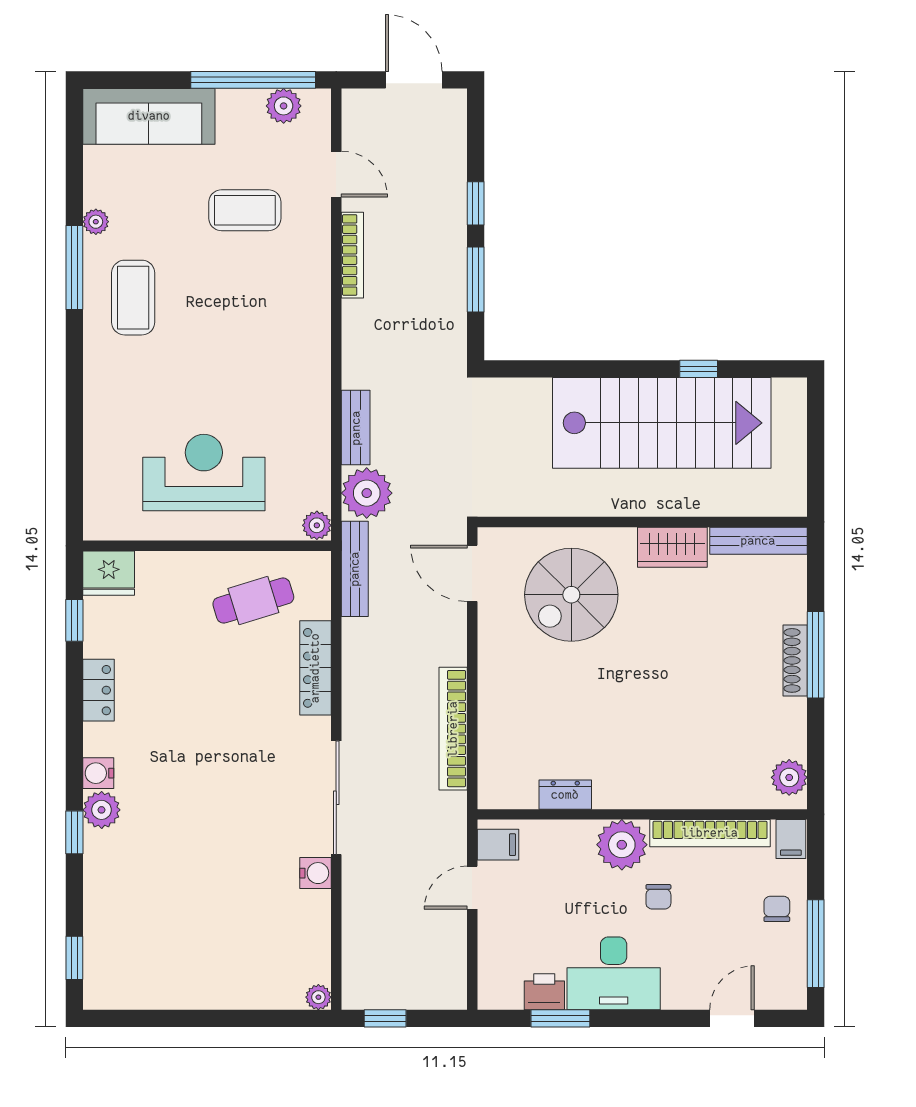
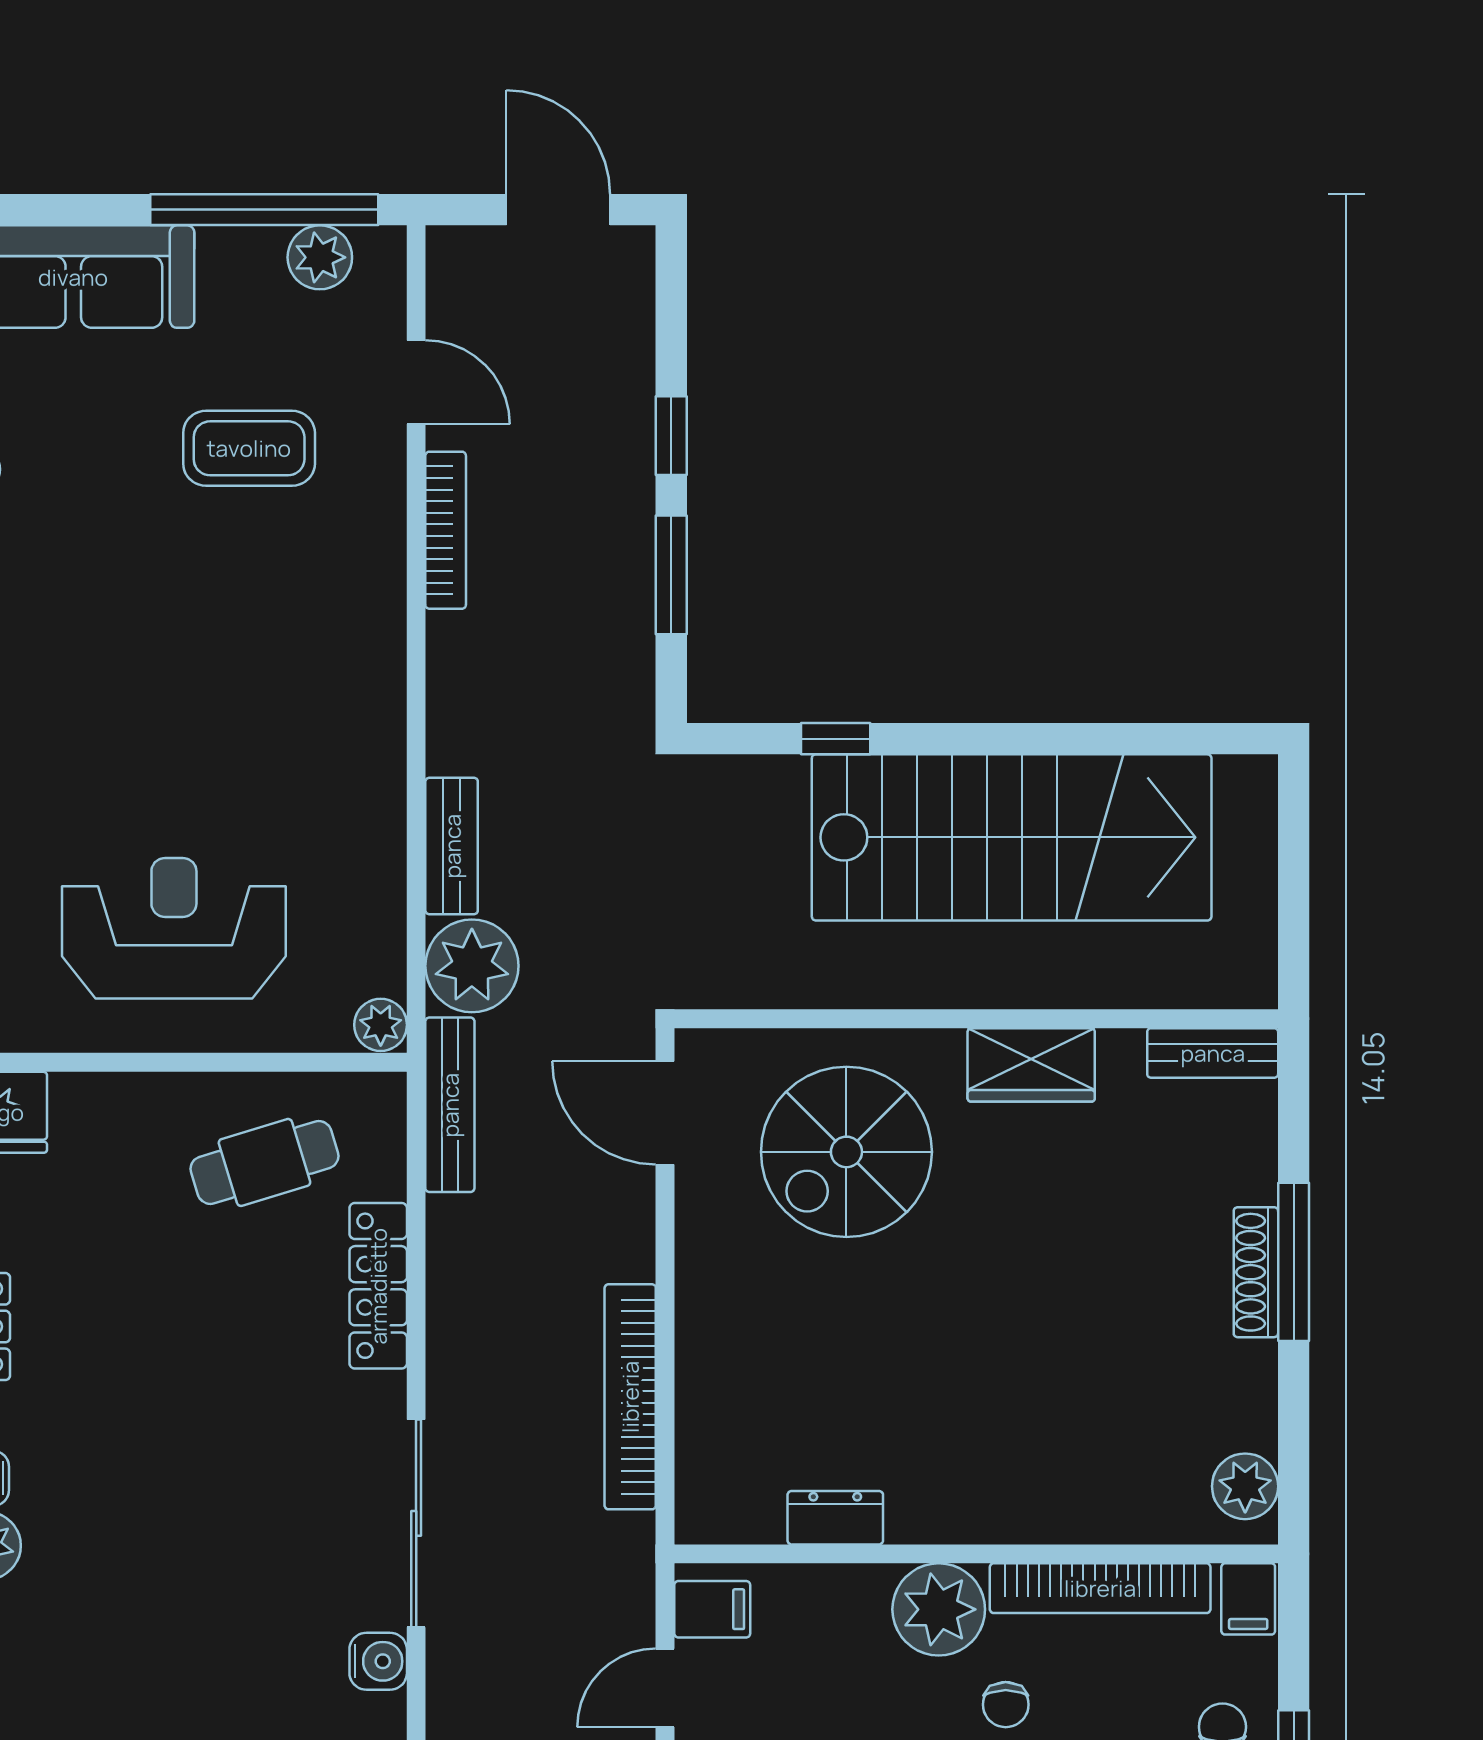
coffee table: (133, 298) -> (45, 608), removed
window: (699, 369) -> (836, 739), moved
bench: (758, 541) -> (1213, 1053), width x0.73

